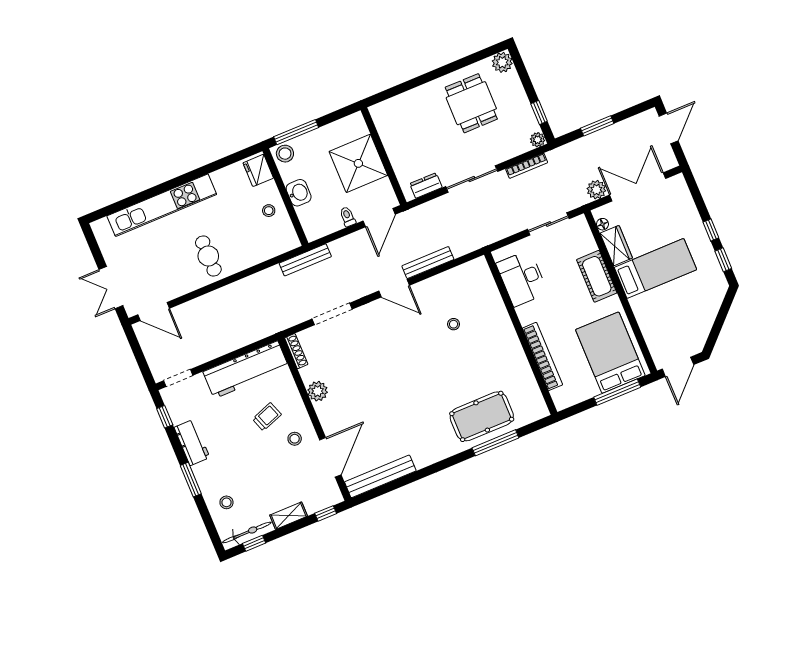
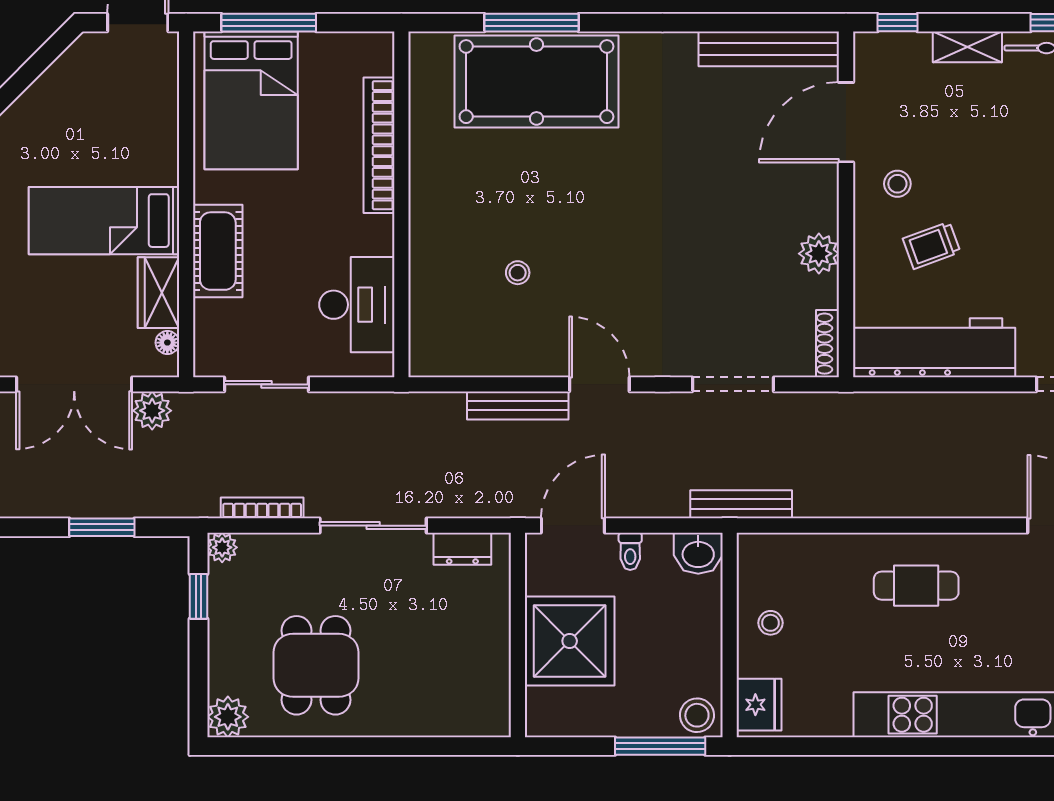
washbasin: (299, 193) -> (698, 553), moved, turned -90
cafe table: (208, 256) -> (916, 586), turned 90
pool table: (482, 416) -> (536, 82), width x1.36, depth x1.32

